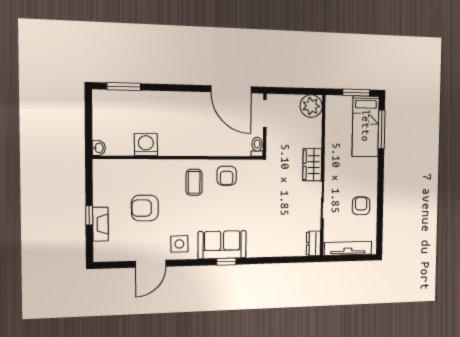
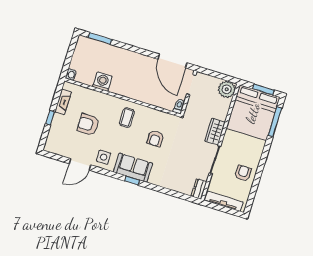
bed: (366, 126) -> (253, 113), width x2.04
armchair: (227, 176) -> (155, 138), moved
fireplace: (100, 224) -> (63, 102), moved

